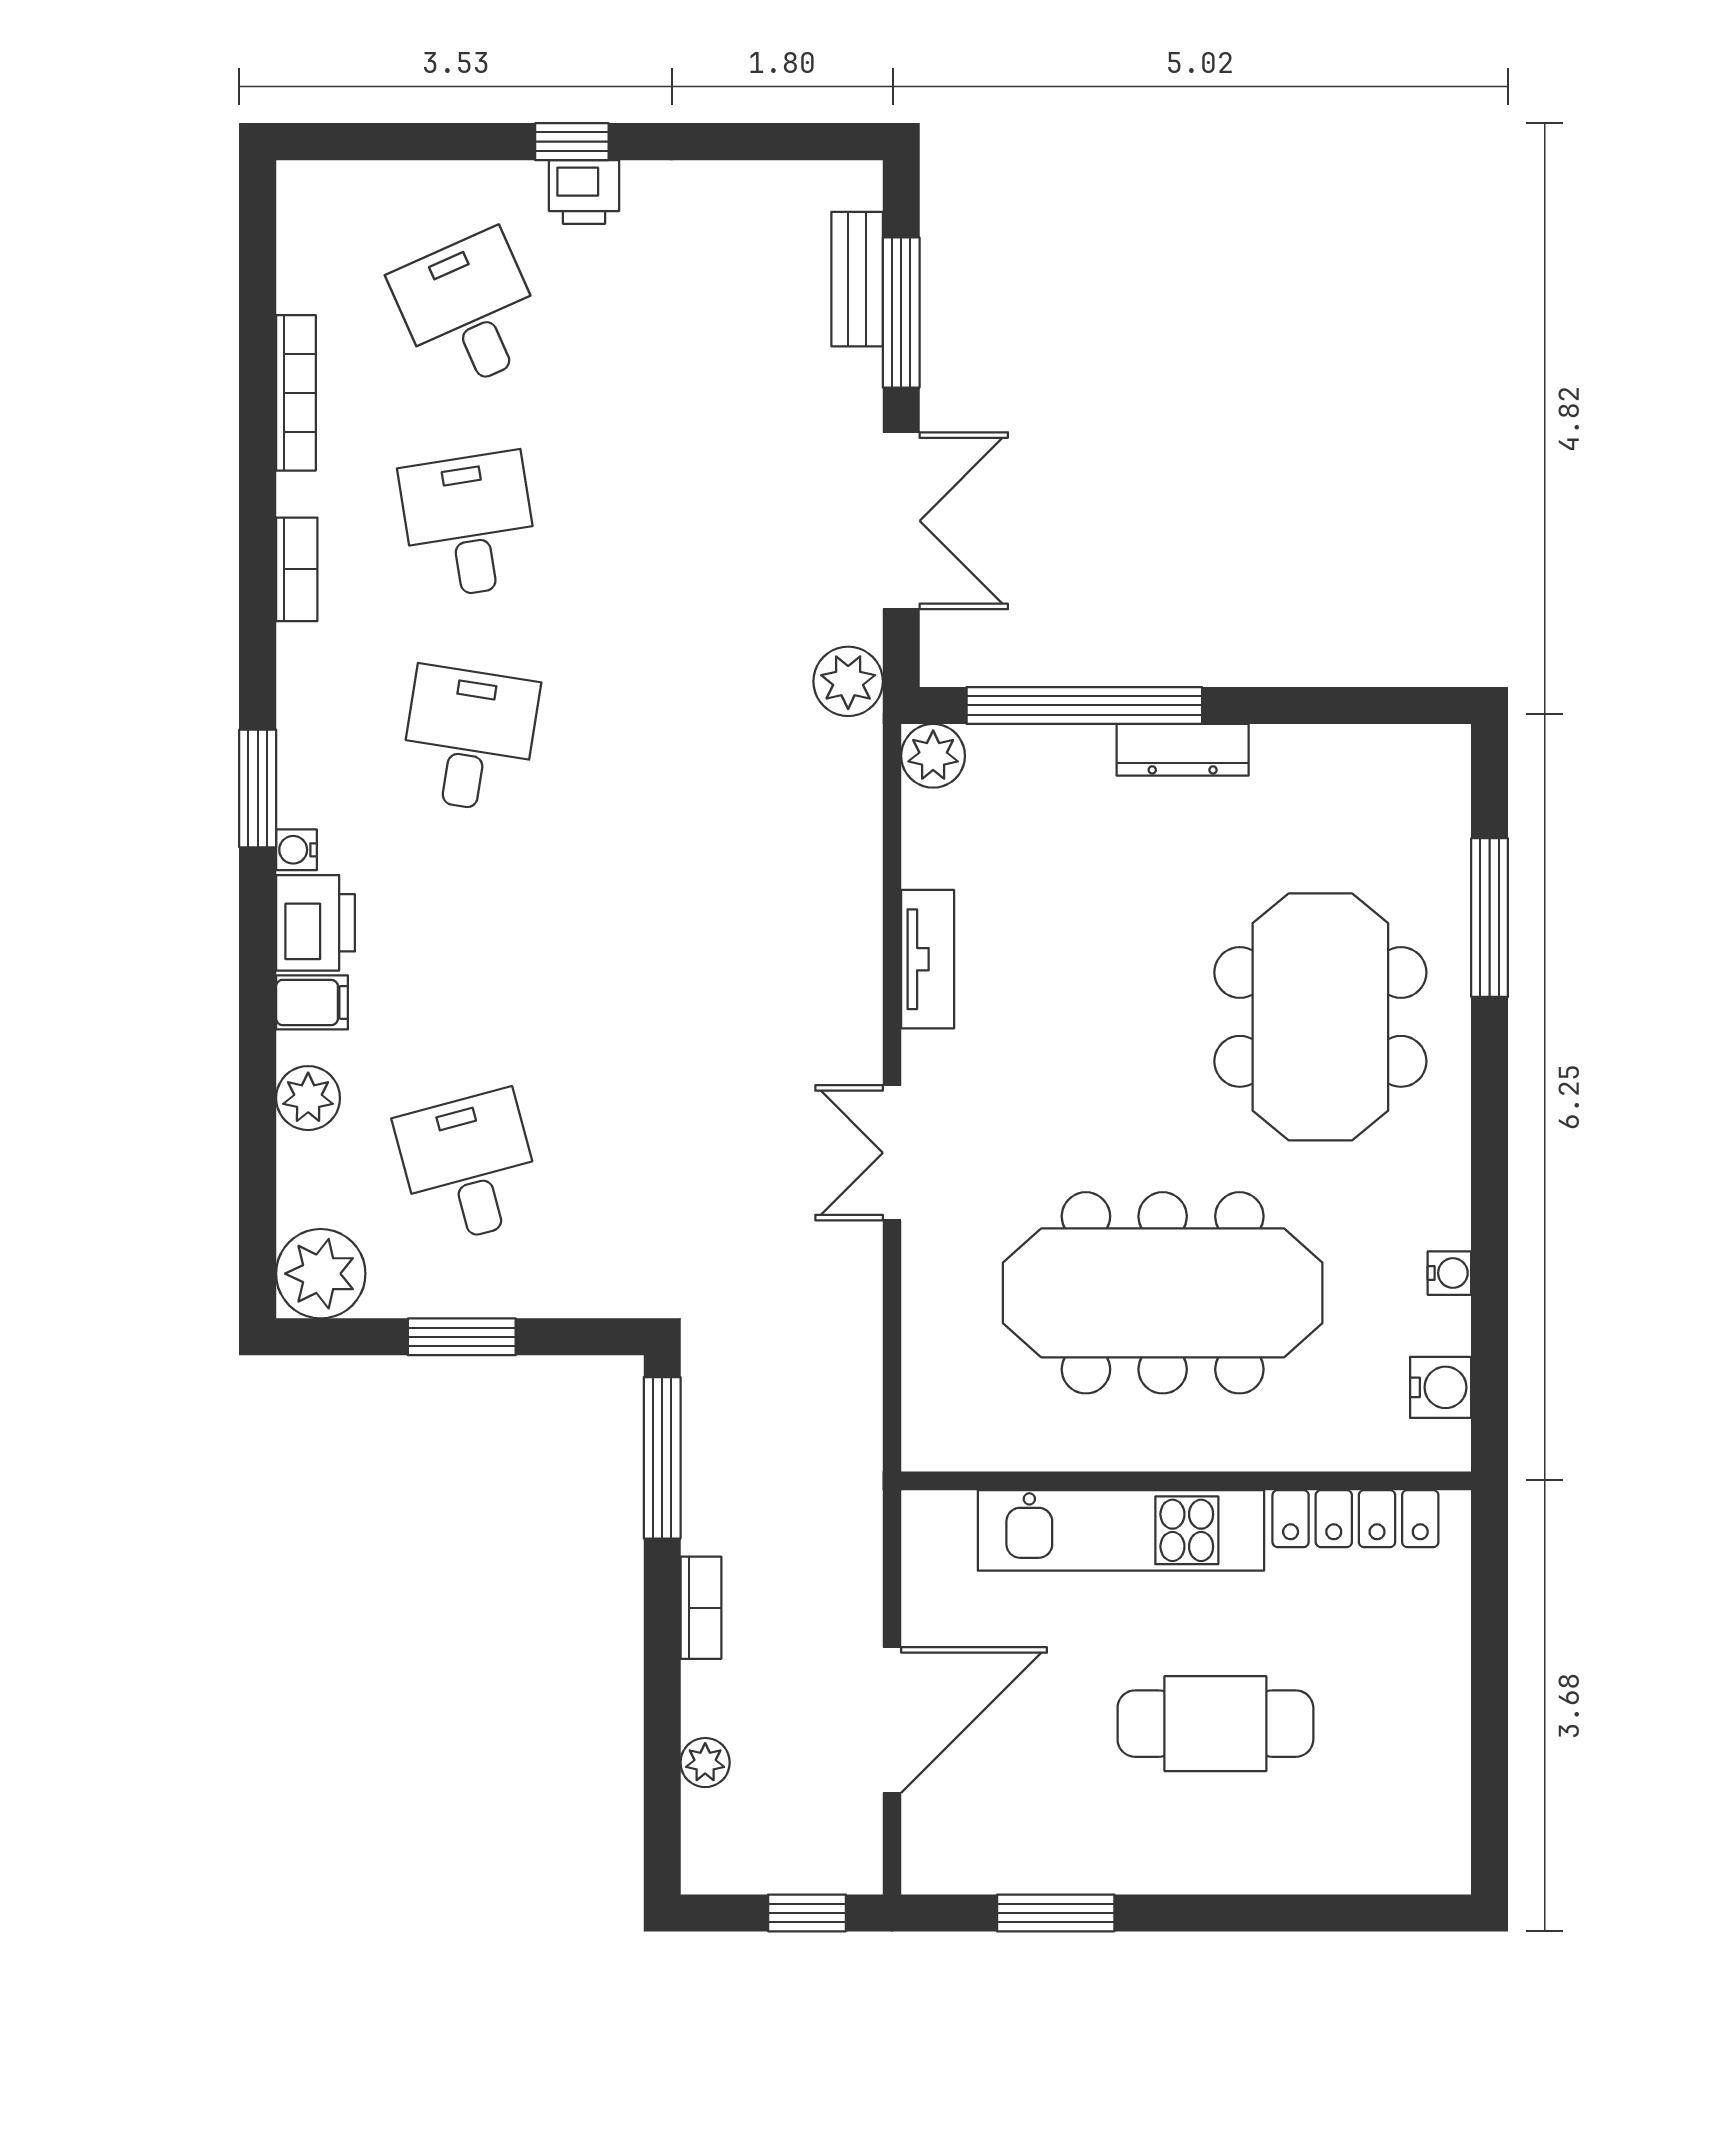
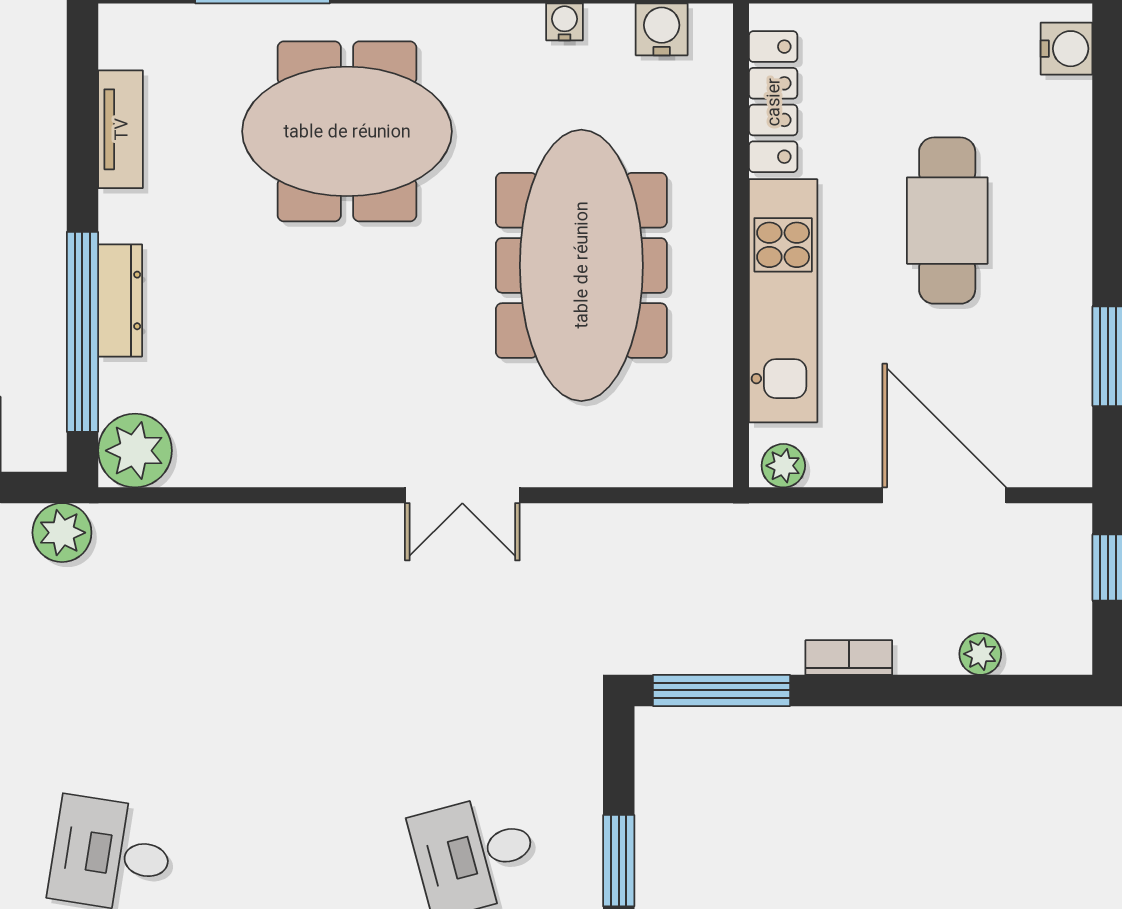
dresser: (1183, 750) -> (120, 300), moved
plant: (933, 756) -> (135, 451), width x1.36, depth x1.36
tv unit: (928, 959) -> (121, 129), moved, turned 90
plant: (927, 1531) -> (783, 466), added
water cooler: (1418, 1864) -> (1066, 49), added

